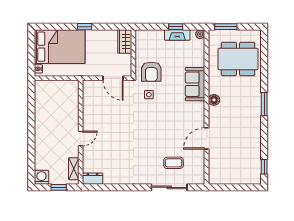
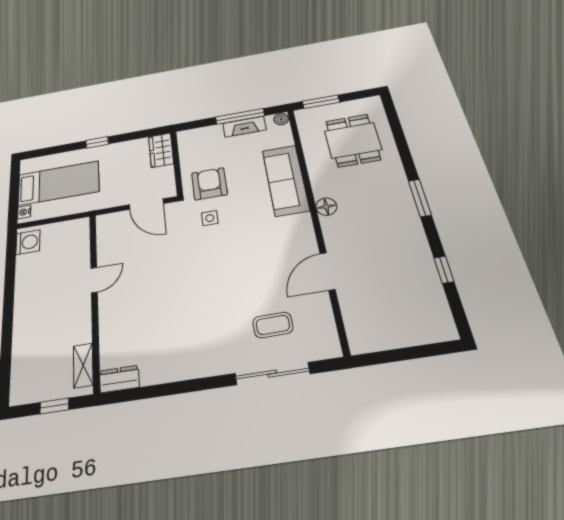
window: (176, 27) -> (240, 116), width x2.17
bed: (60, 47) -> (59, 183), width x0.67
dining table: (238, 59) -> (353, 140), width x0.73
armchair: (151, 72) -> (209, 184), turned 180
sofa: (195, 84) -> (286, 180), width x1.36
door: (81, 138) -> (94, 280), moved
window: (264, 167) -> (444, 270), moved
washing machine: (41, 177) -> (28, 242), moved, turned 90

